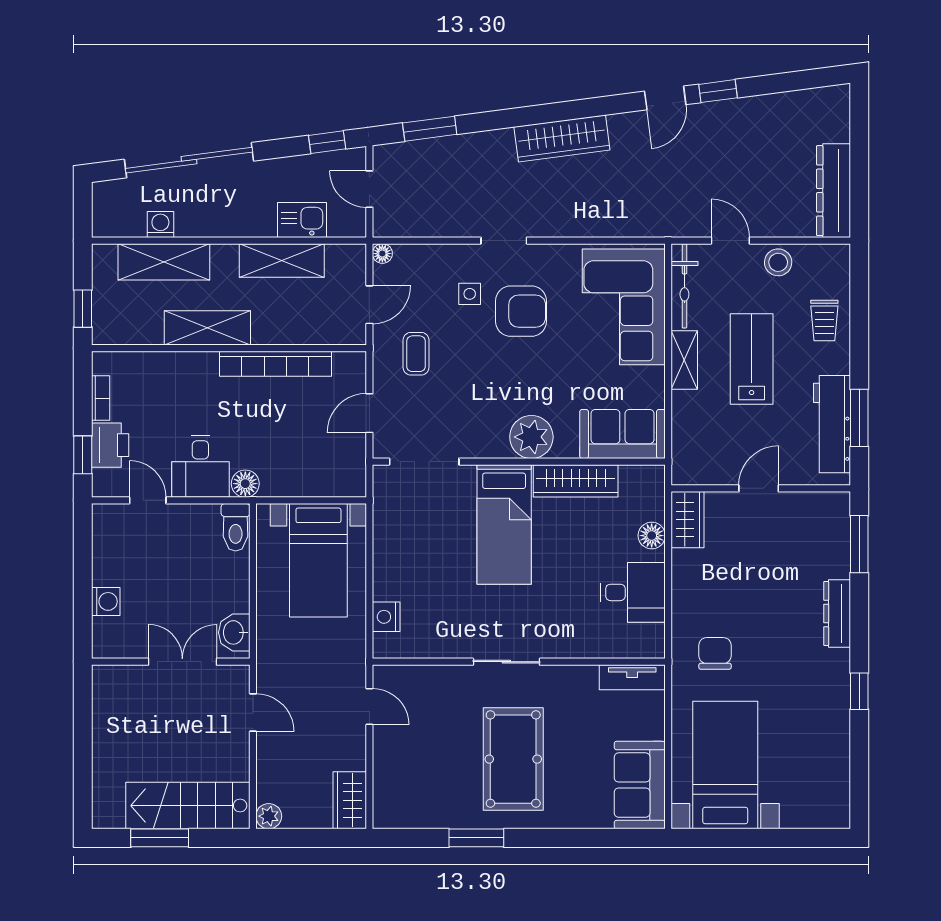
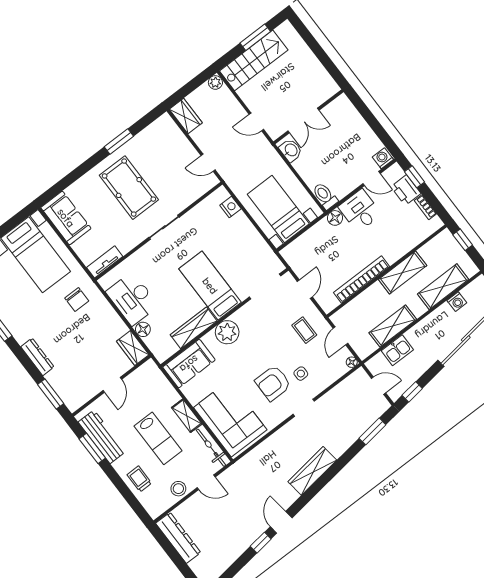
desk: (633, 592) -> (132, 299), width x1.37
washing machine: (106, 601) -> (383, 158), moved, turned 90

